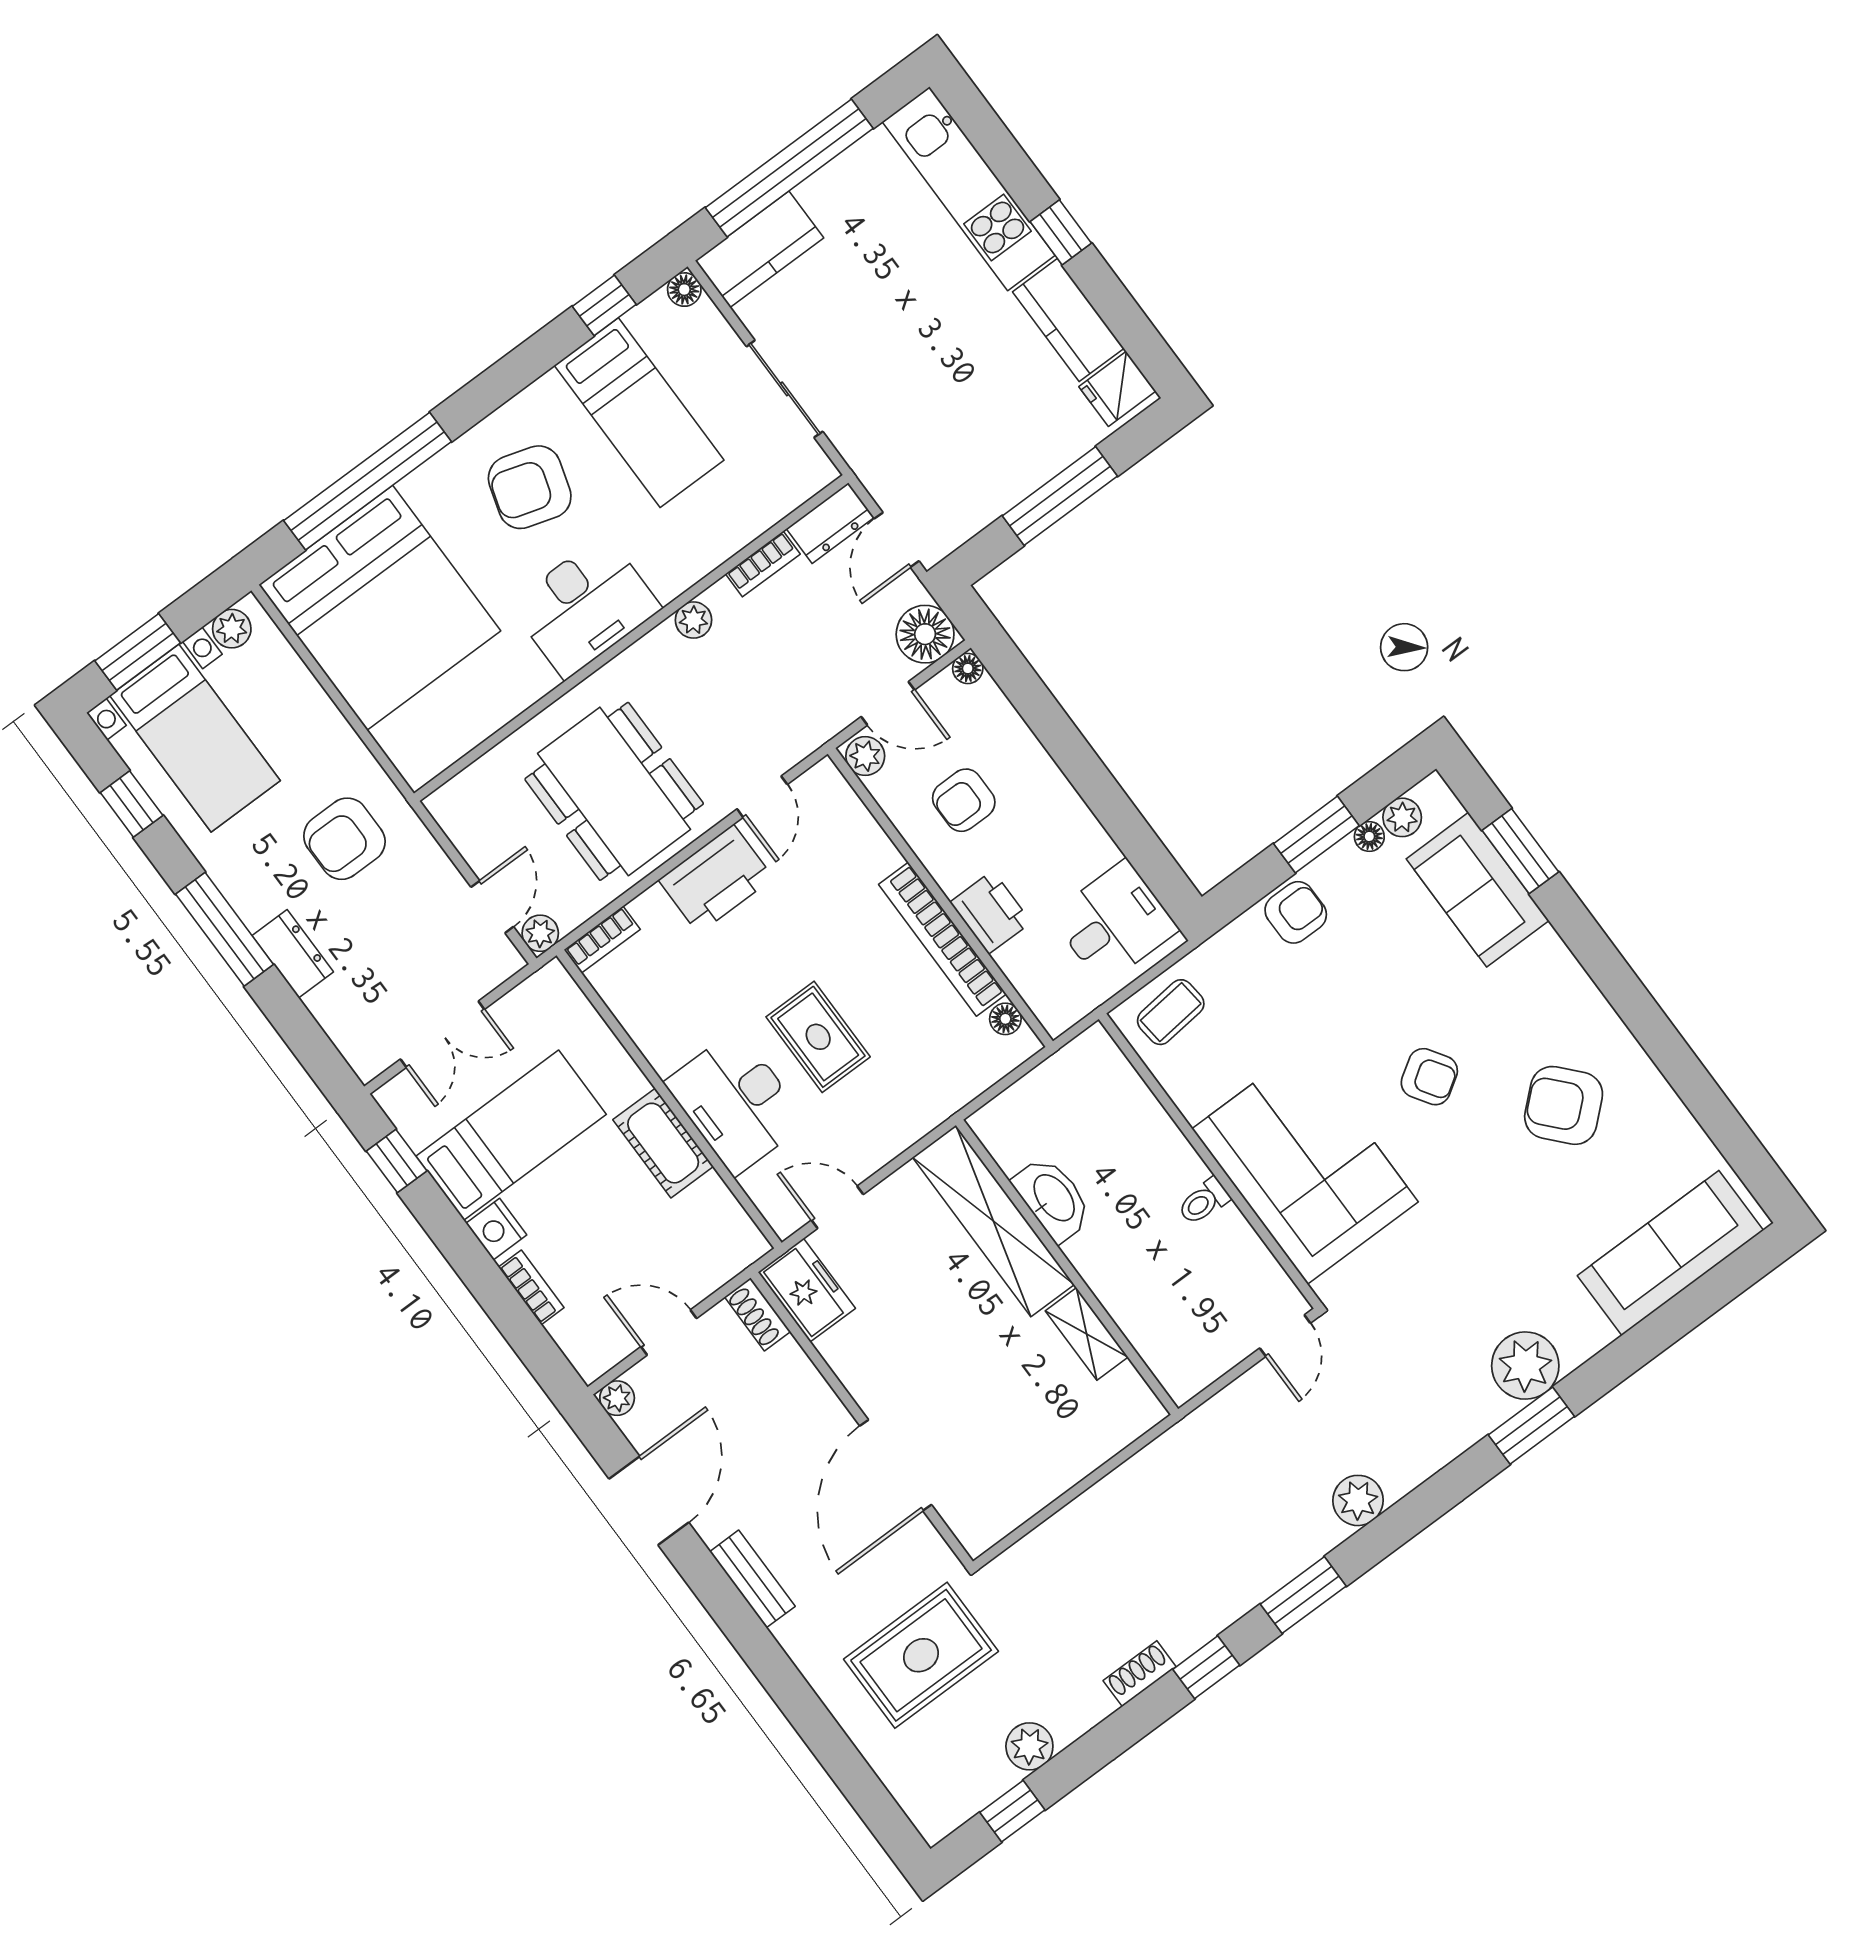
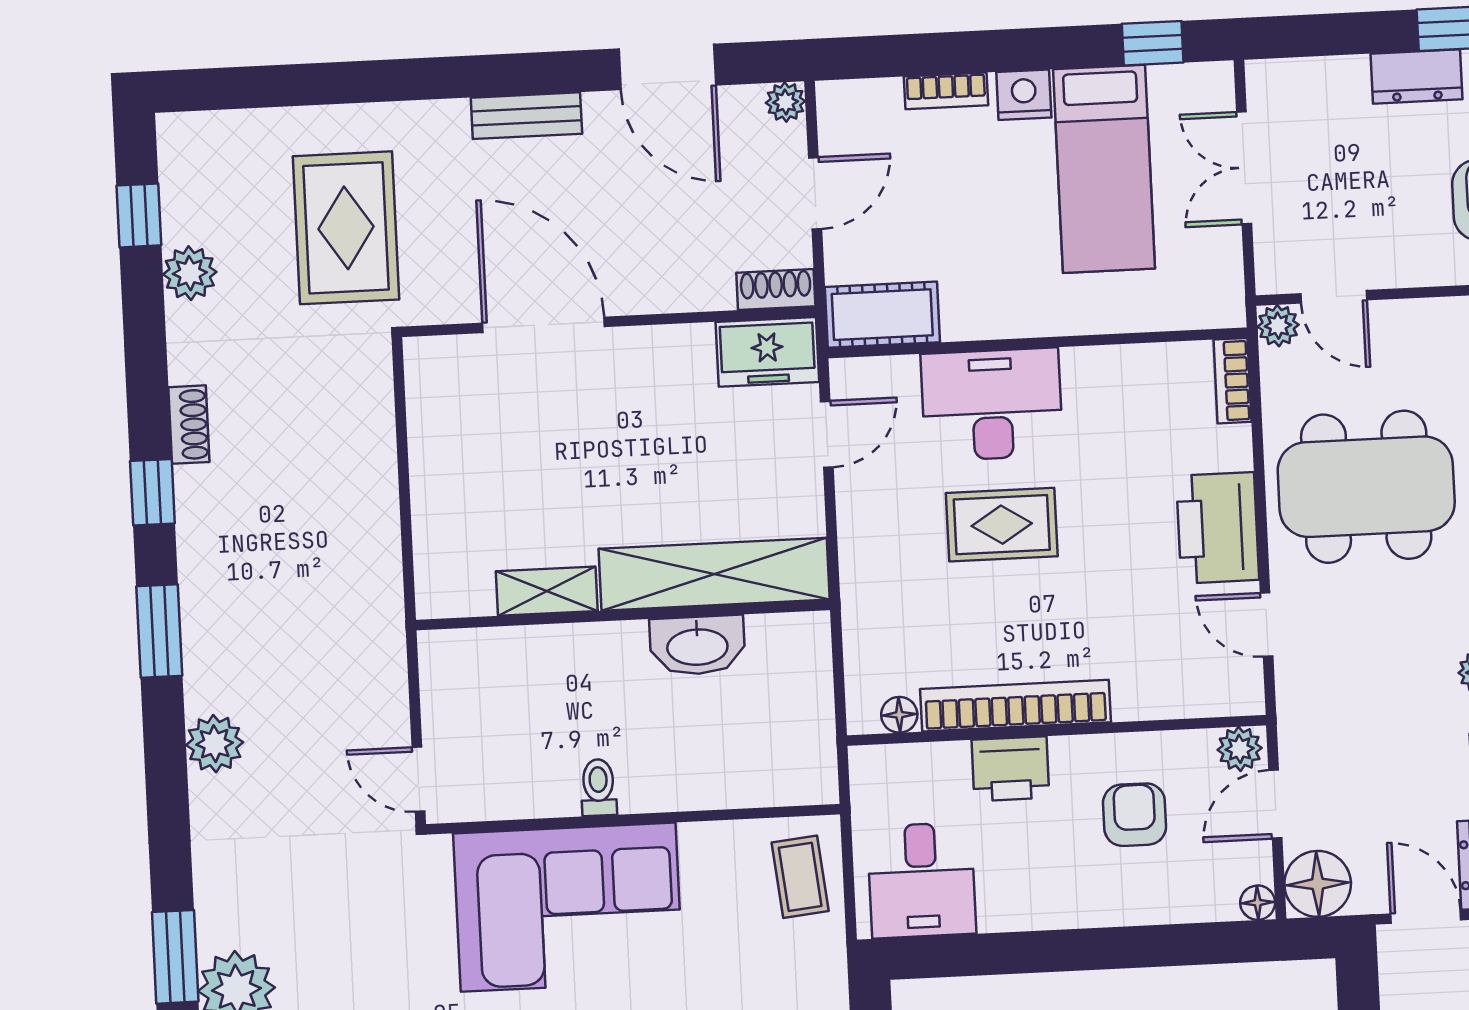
cot: (663, 1143) -> (882, 315), moved

